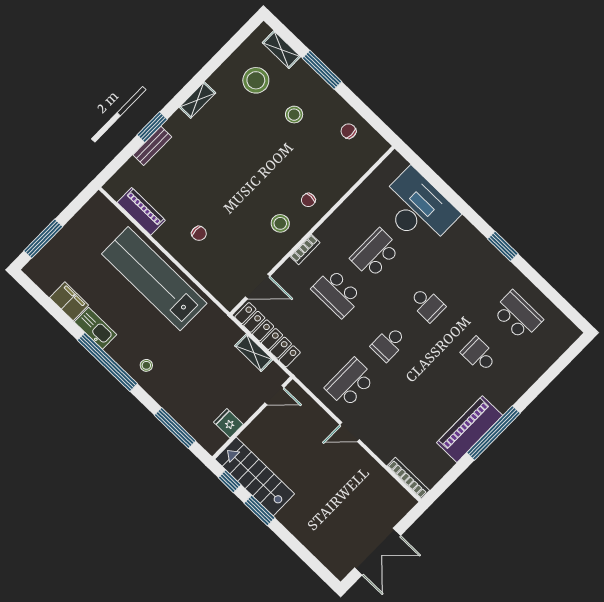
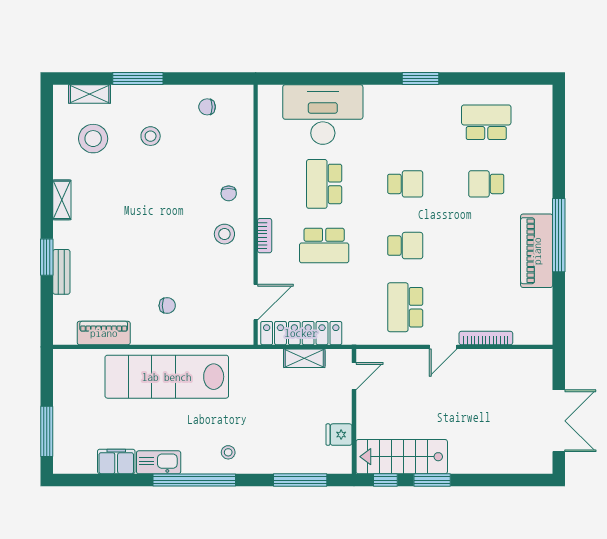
school desk: (389, 344) -> (405, 246), turned -90
bookcase: (408, 478) -> (486, 338), moved

